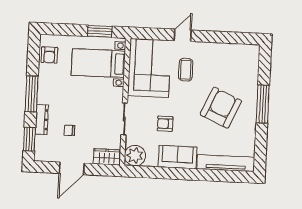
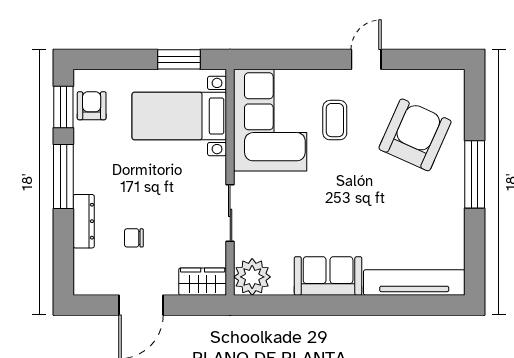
door: (183, 35) -> (366, 59), moved
armchair: (49, 55) -> (92, 106), turned 180
armchair: (221, 108) -> (415, 135), moved
armchair: (165, 124) -> (303, 218), removed
window: (29, 139) -> (63, 107), moved

